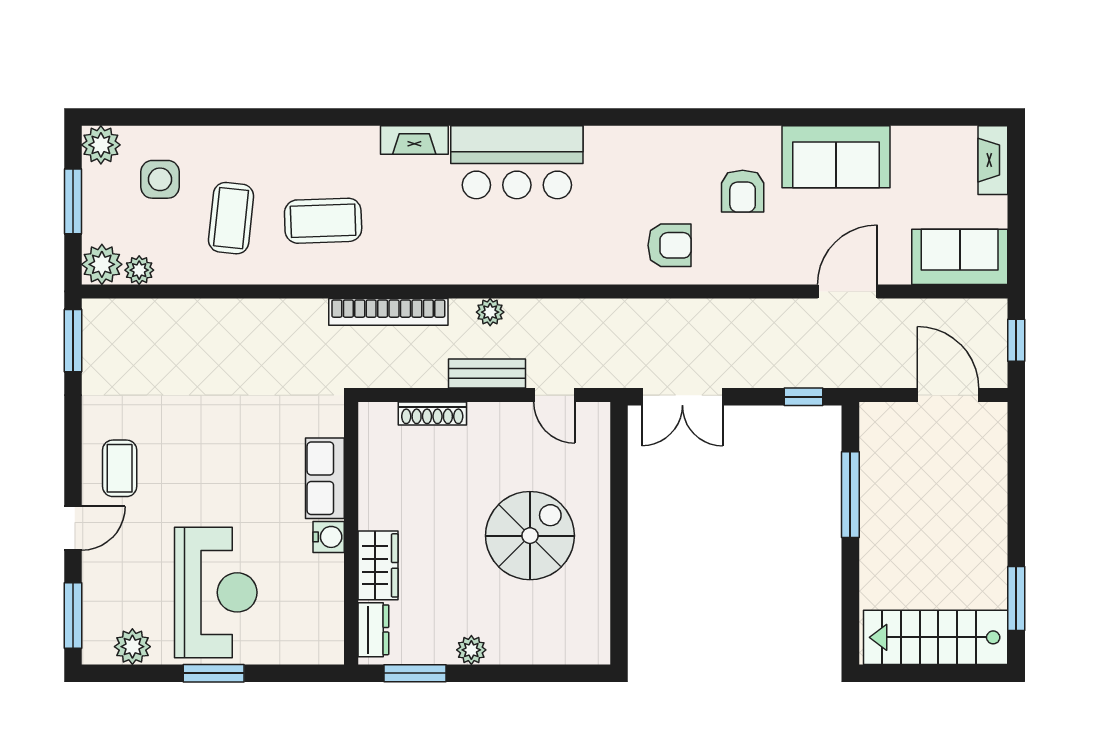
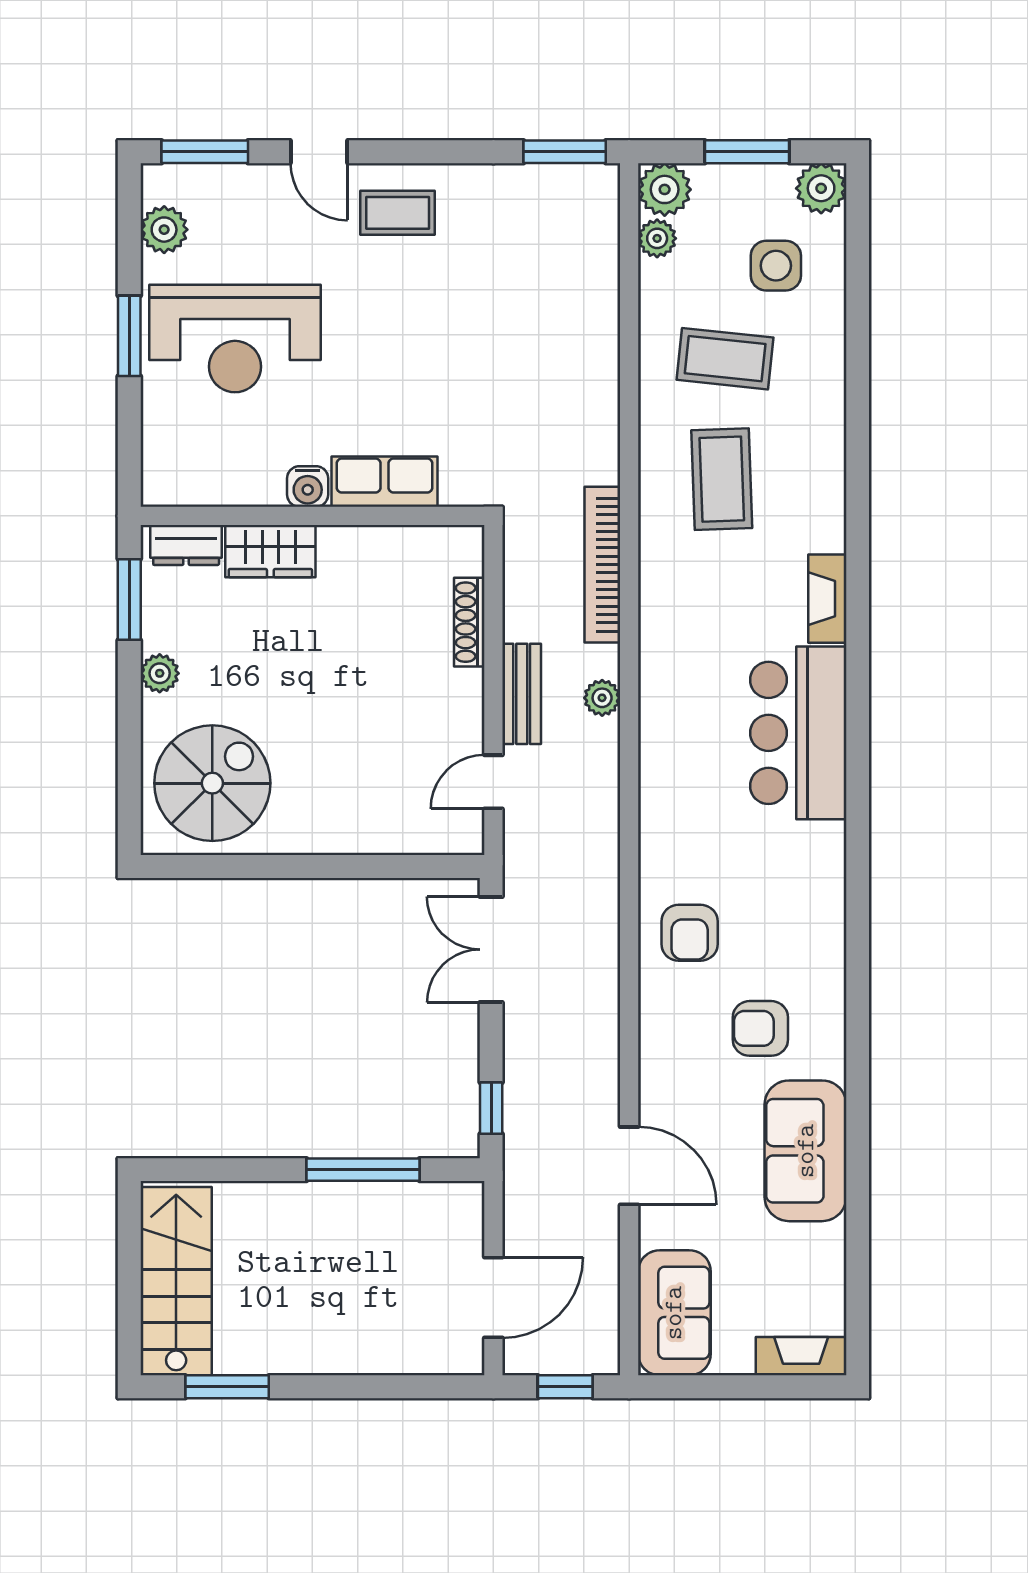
spiral stairs: (530, 536) -> (212, 783), moved, turned -90

